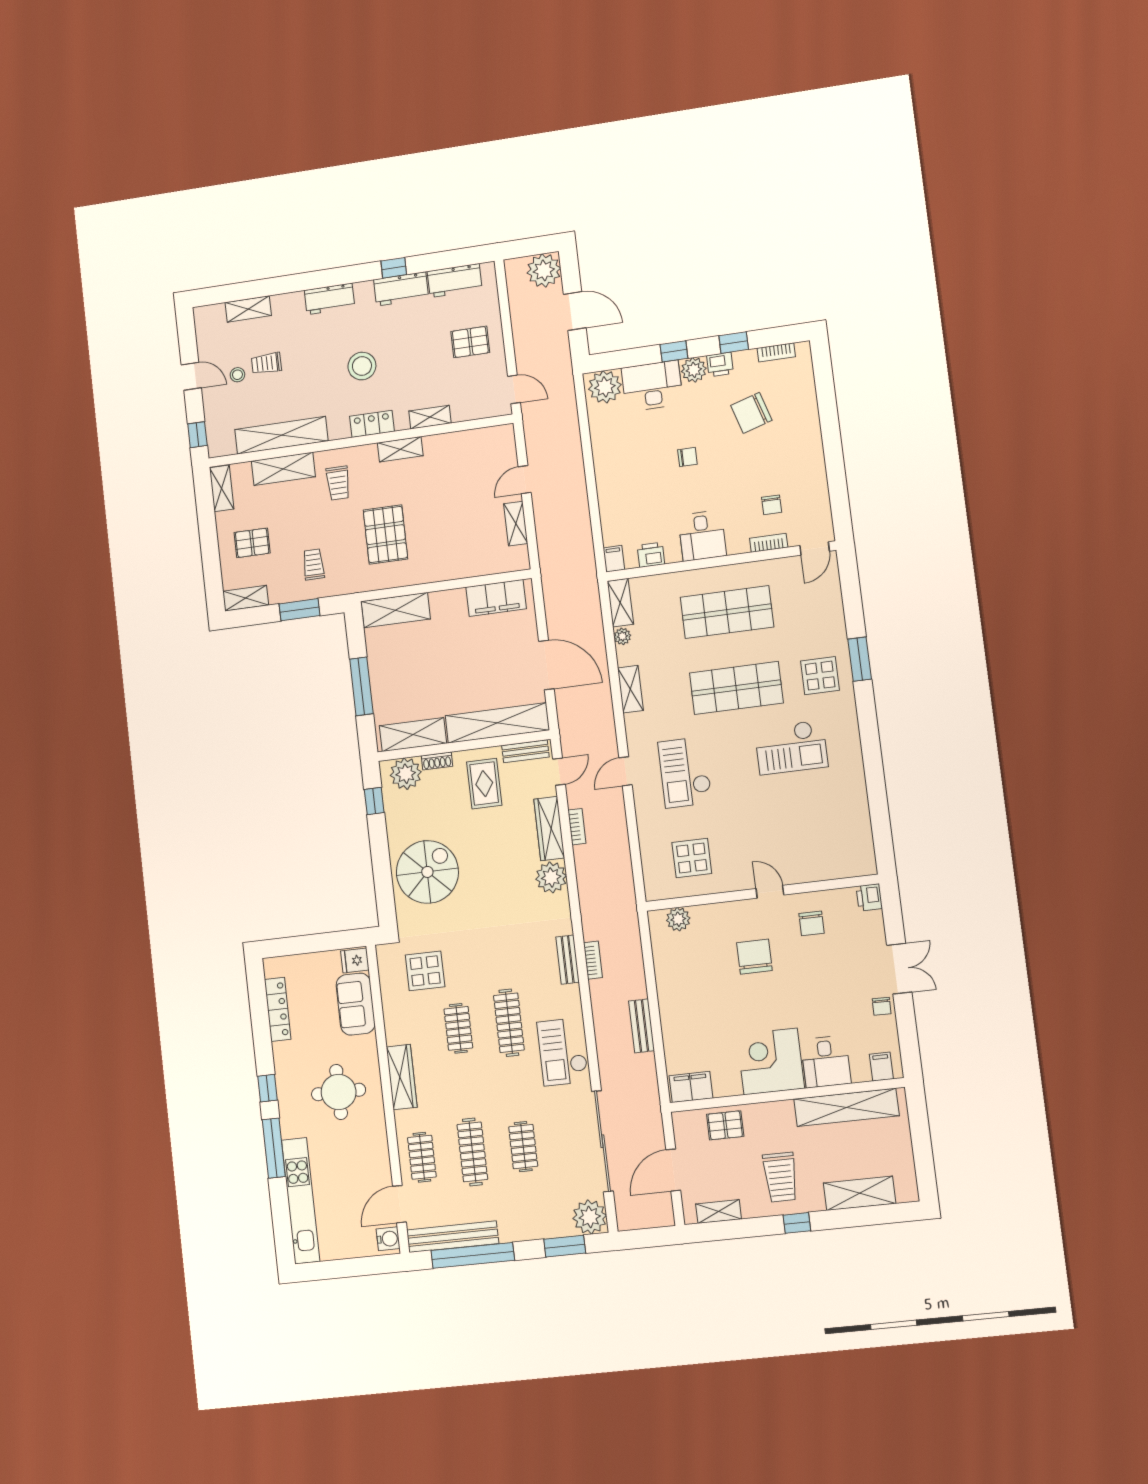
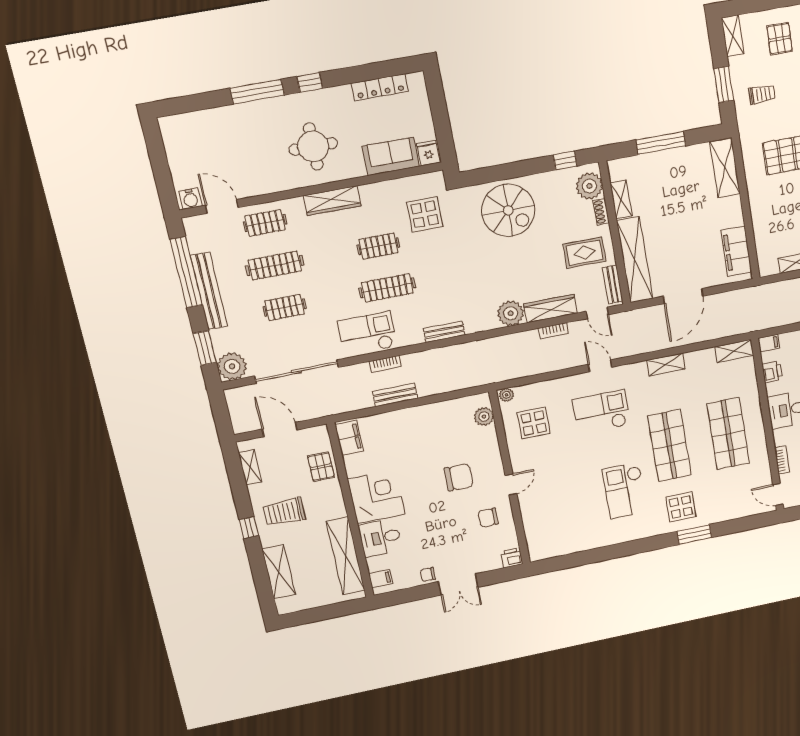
plant: (622, 636) -> (506, 395), moved
shelving: (413, 735) -> (621, 199), width x0.67, depth x0.75
bookcase: (593, 960) -> (385, 364), moved
kitchen unit: (301, 1201) -> (214, 119), removed
bench: (453, 1237) -> (209, 291), moved

